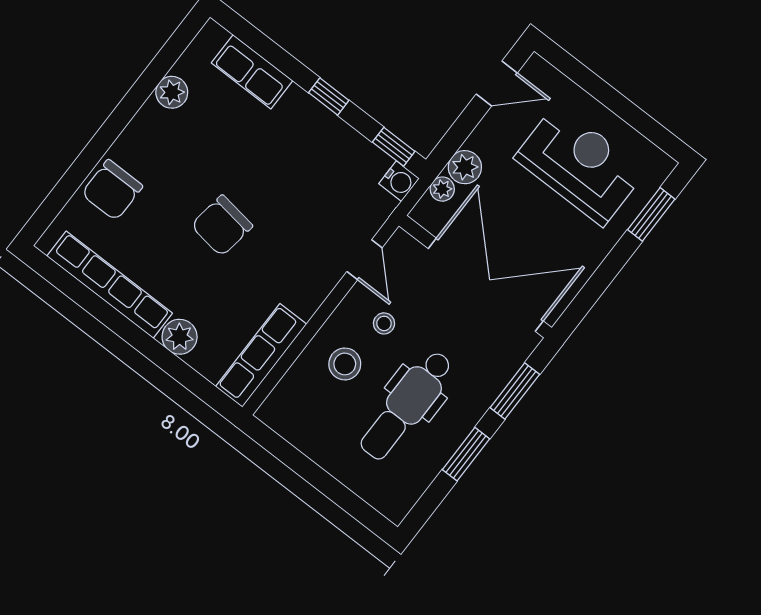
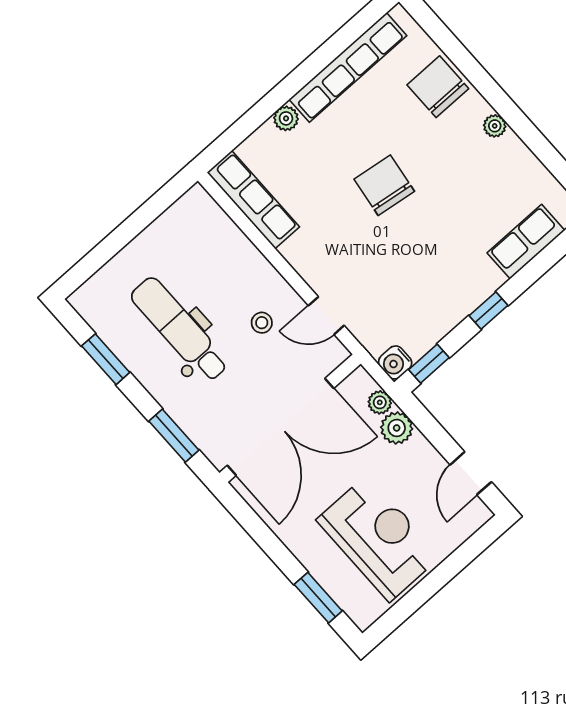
plant: (172, 92) -> (495, 126), moved, width x0.73, depth x0.73
reception desk: (580, 165) -> (378, 538), turned -90
plant: (180, 337) -> (286, 118), width x0.73, depth x0.73
stool: (345, 364) -> (230, 278), removed
window: (466, 454) -> (106, 359), moved

